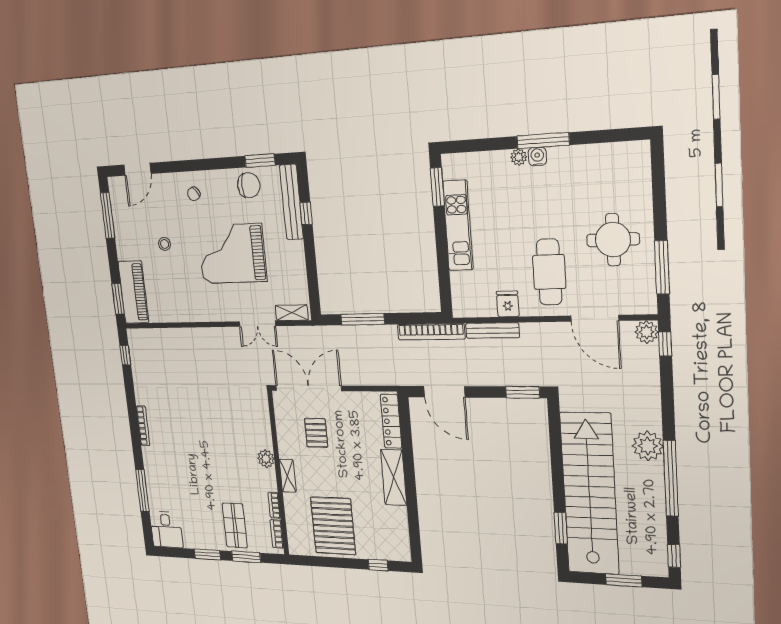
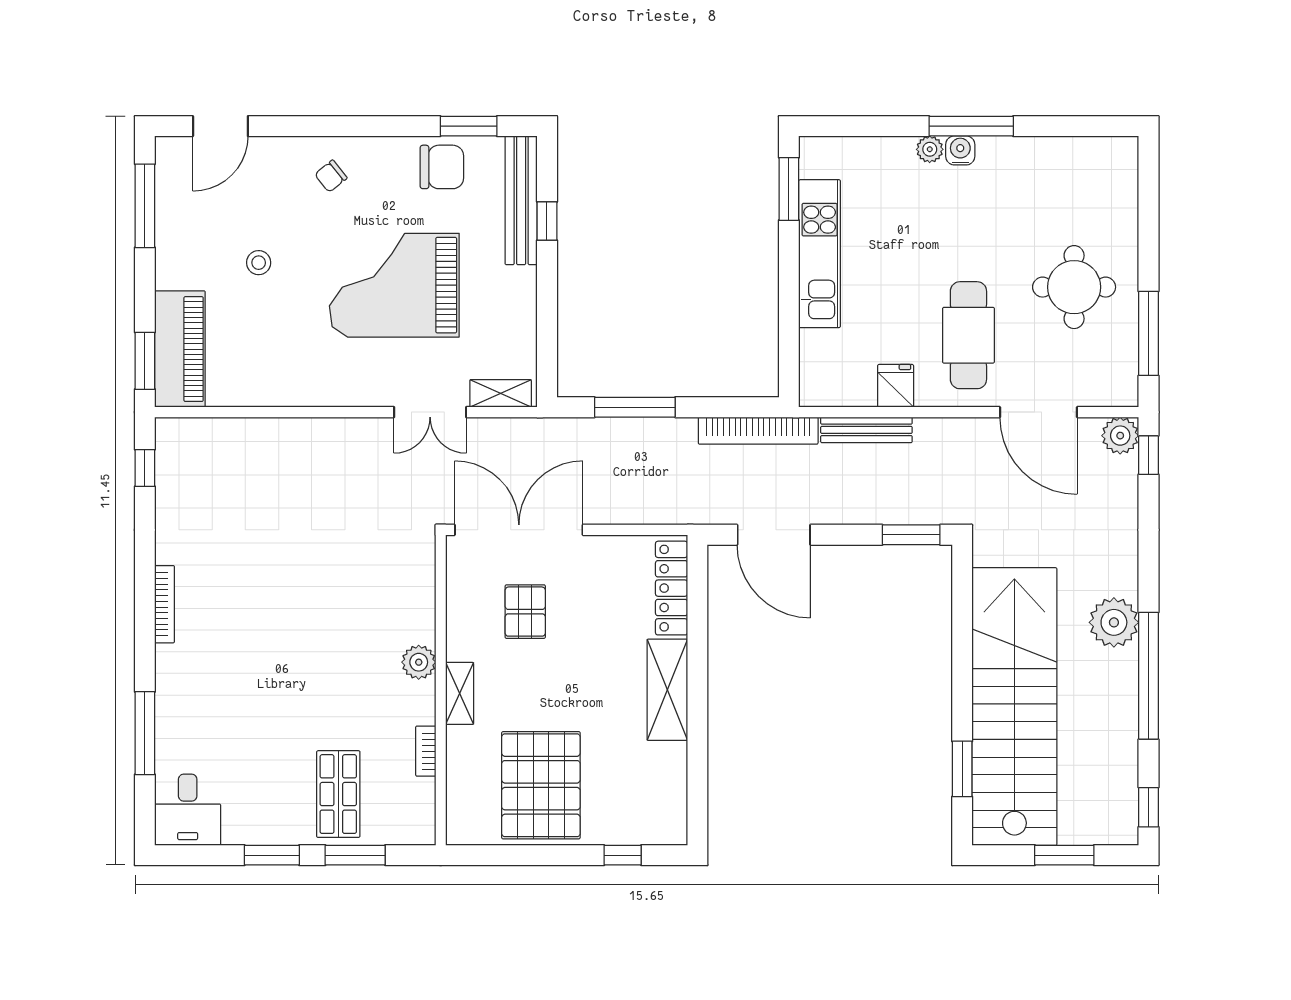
bookcase: (277, 534) -> (425, 806), removed

